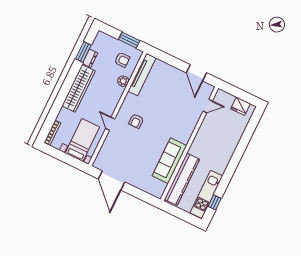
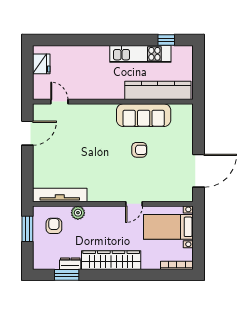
armchair: (136, 121) -> (139, 150), moved
kitchen unit: (206, 194) -> (140, 54), moved

